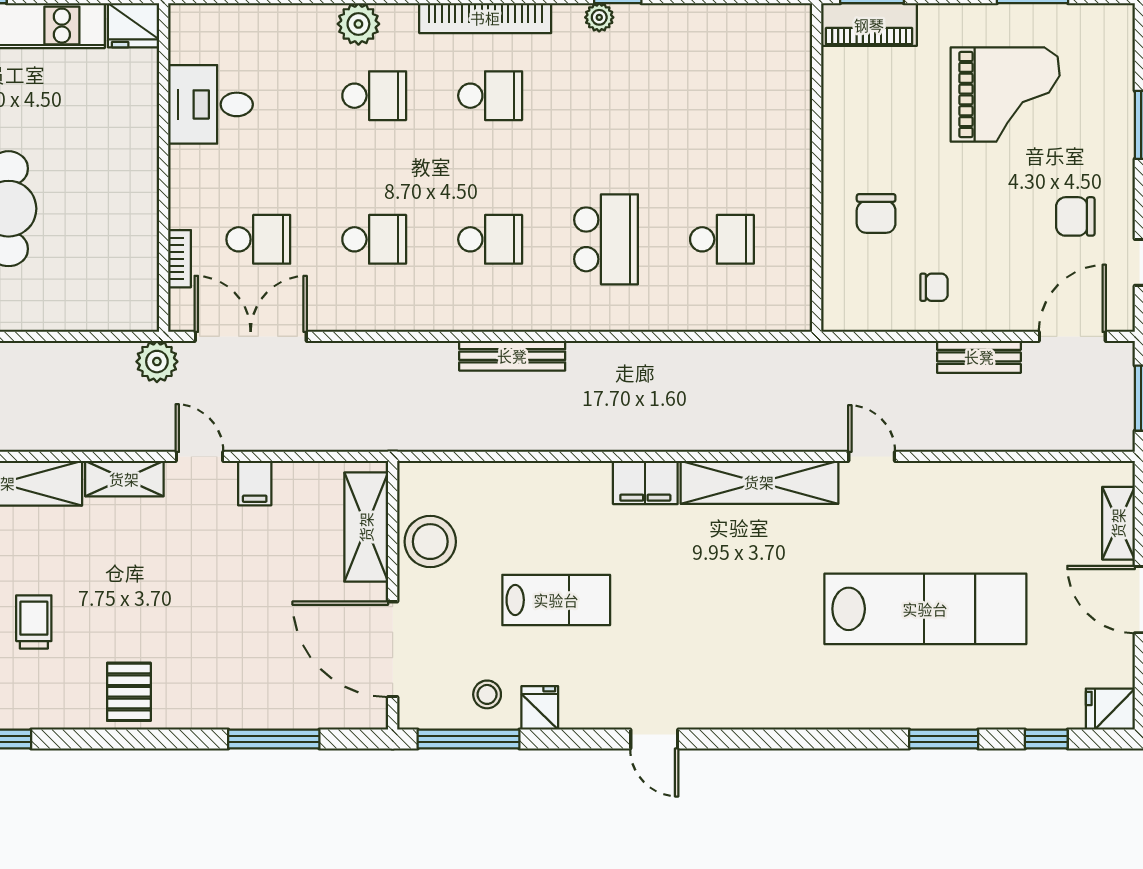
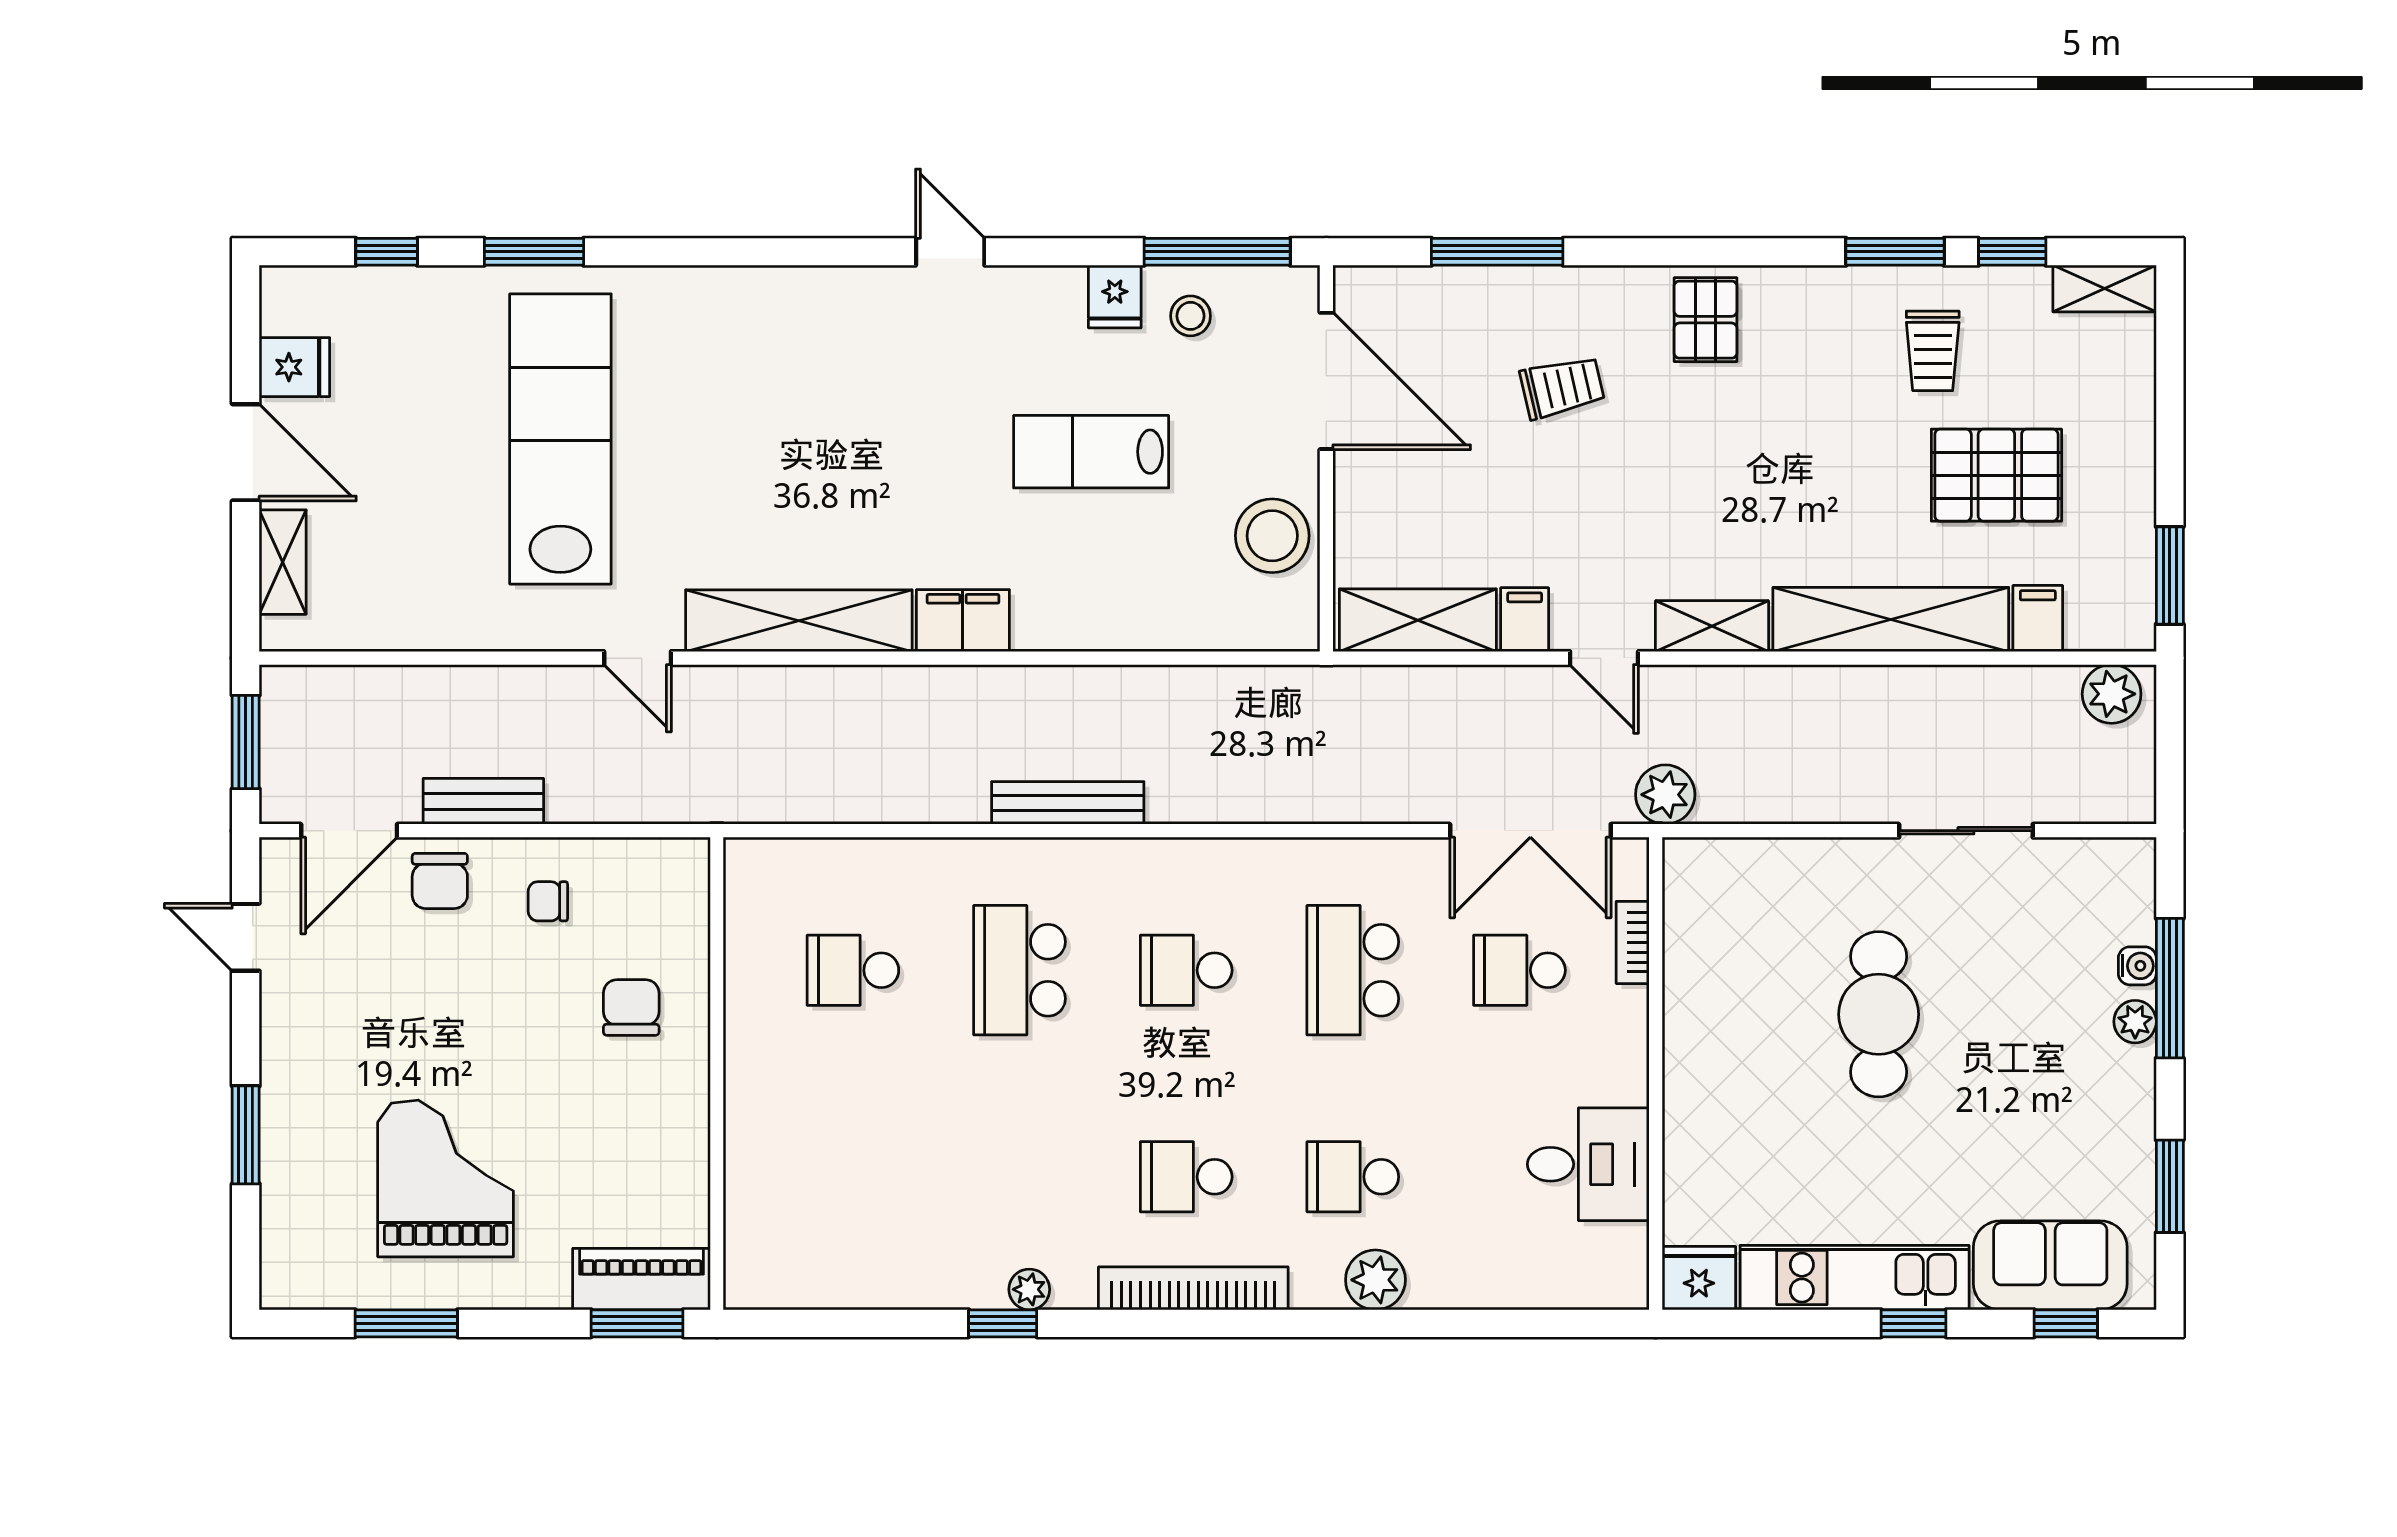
grand piano: (1005, 95) -> (446, 1178), turned 90
chair: (1075, 216) -> (440, 881), moved, turned 90
school desk: (374, 239) -> (1353, 970), width x1.85
bench: (512, 356) -> (1068, 803), moved
shelving: (366, 527) -> (1418, 620), moved, turned 90
lab bench: (925, 609) -> (560, 439), turned 90
trolley: (34, 622) -> (1562, 387), moved, turned -103
fridge: (1110, 709) -> (294, 367), moved

